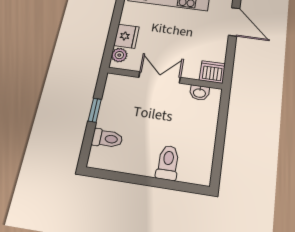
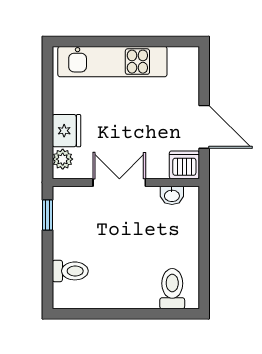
door: (234, 22) -> (204, 127), moved
window: (95, 110) -> (48, 215), moved
toilet: (168, 163) -> (172, 289), moved

